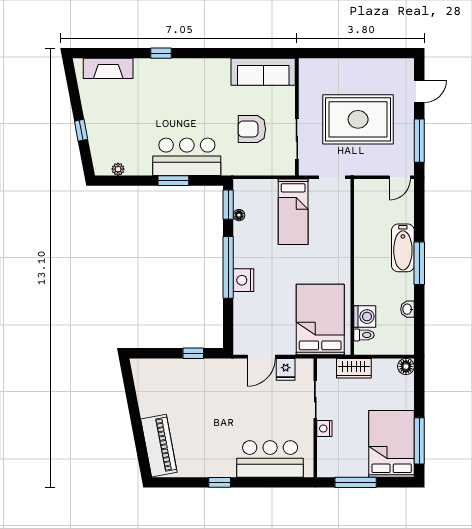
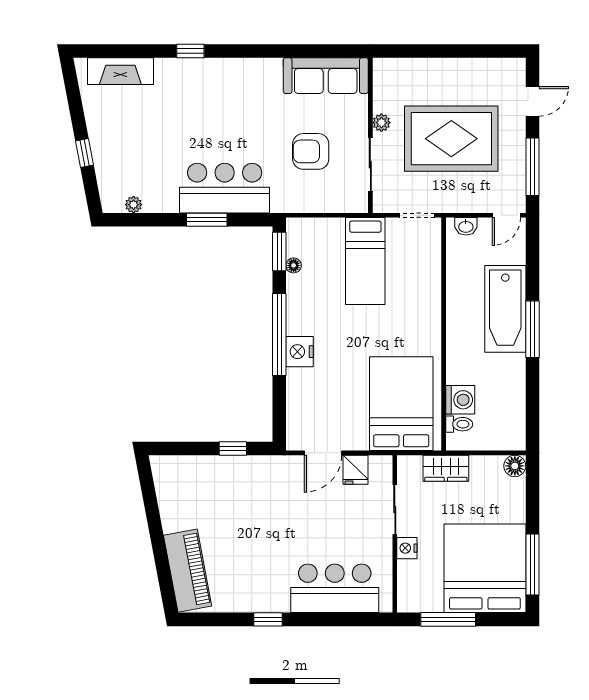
plant: (305, 107) -> (381, 123), added
bathtub: (403, 248) -> (505, 309), width x1.36, depth x1.36
washbasin: (408, 309) -> (466, 226), moved, turned -90
bed: (392, 444) -> (485, 568), width x1.36

